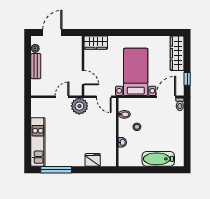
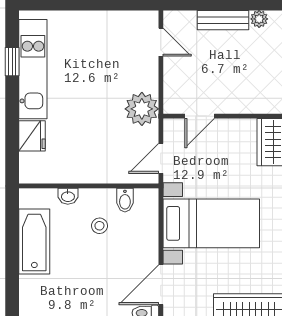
door: (62, 97) -> (161, 42), moved
door: (166, 97) -> (161, 285), swing flipped
kitchen unit: (38, 142) -> (33, 69), moved, turned -90
bathtub: (158, 159) -> (34, 242), moved
window: (56, 170) -> (12, 62), width x0.46

